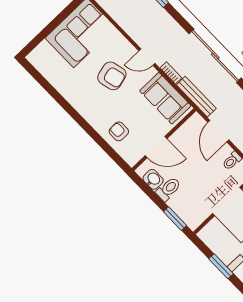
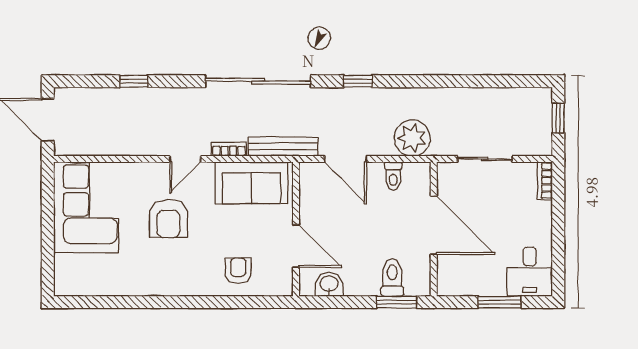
armchair: (112, 76) -> (168, 219), turned 104
armchair: (119, 131) -> (238, 271), turned 90
door: (156, 147) -> (296, 246), hinge flipped
toilet: (168, 189) -> (392, 278), moved

